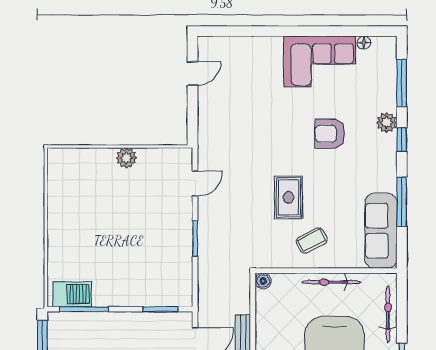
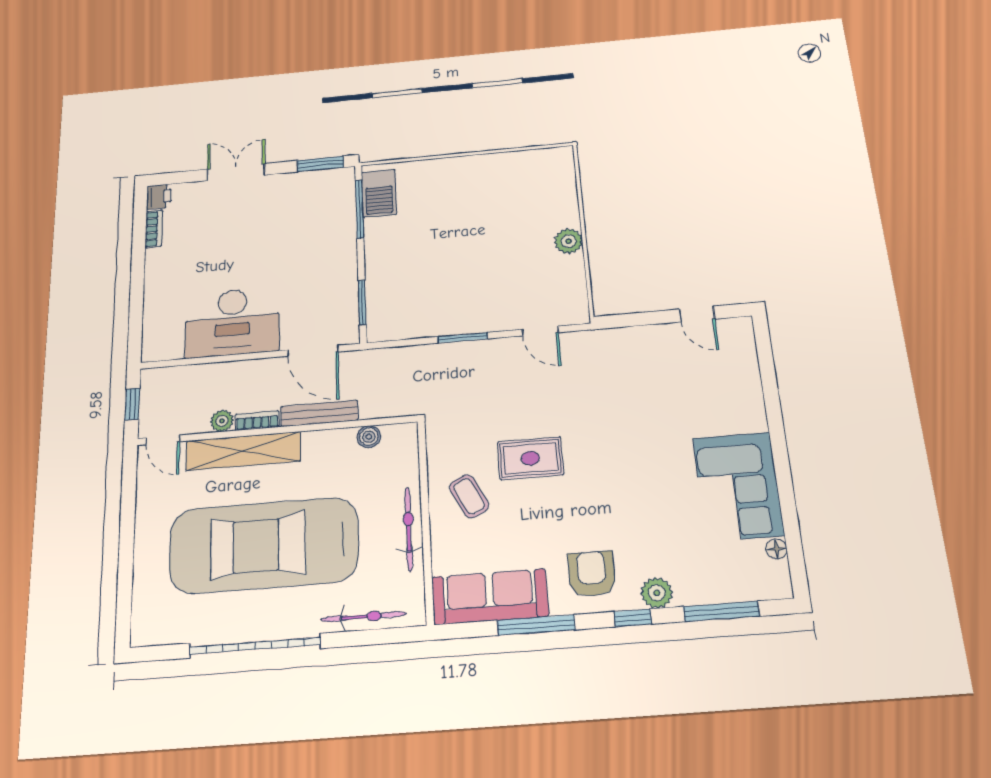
armchair: (330, 134) -> (592, 574), moved
boiler: (263, 281) -> (369, 437), moved

